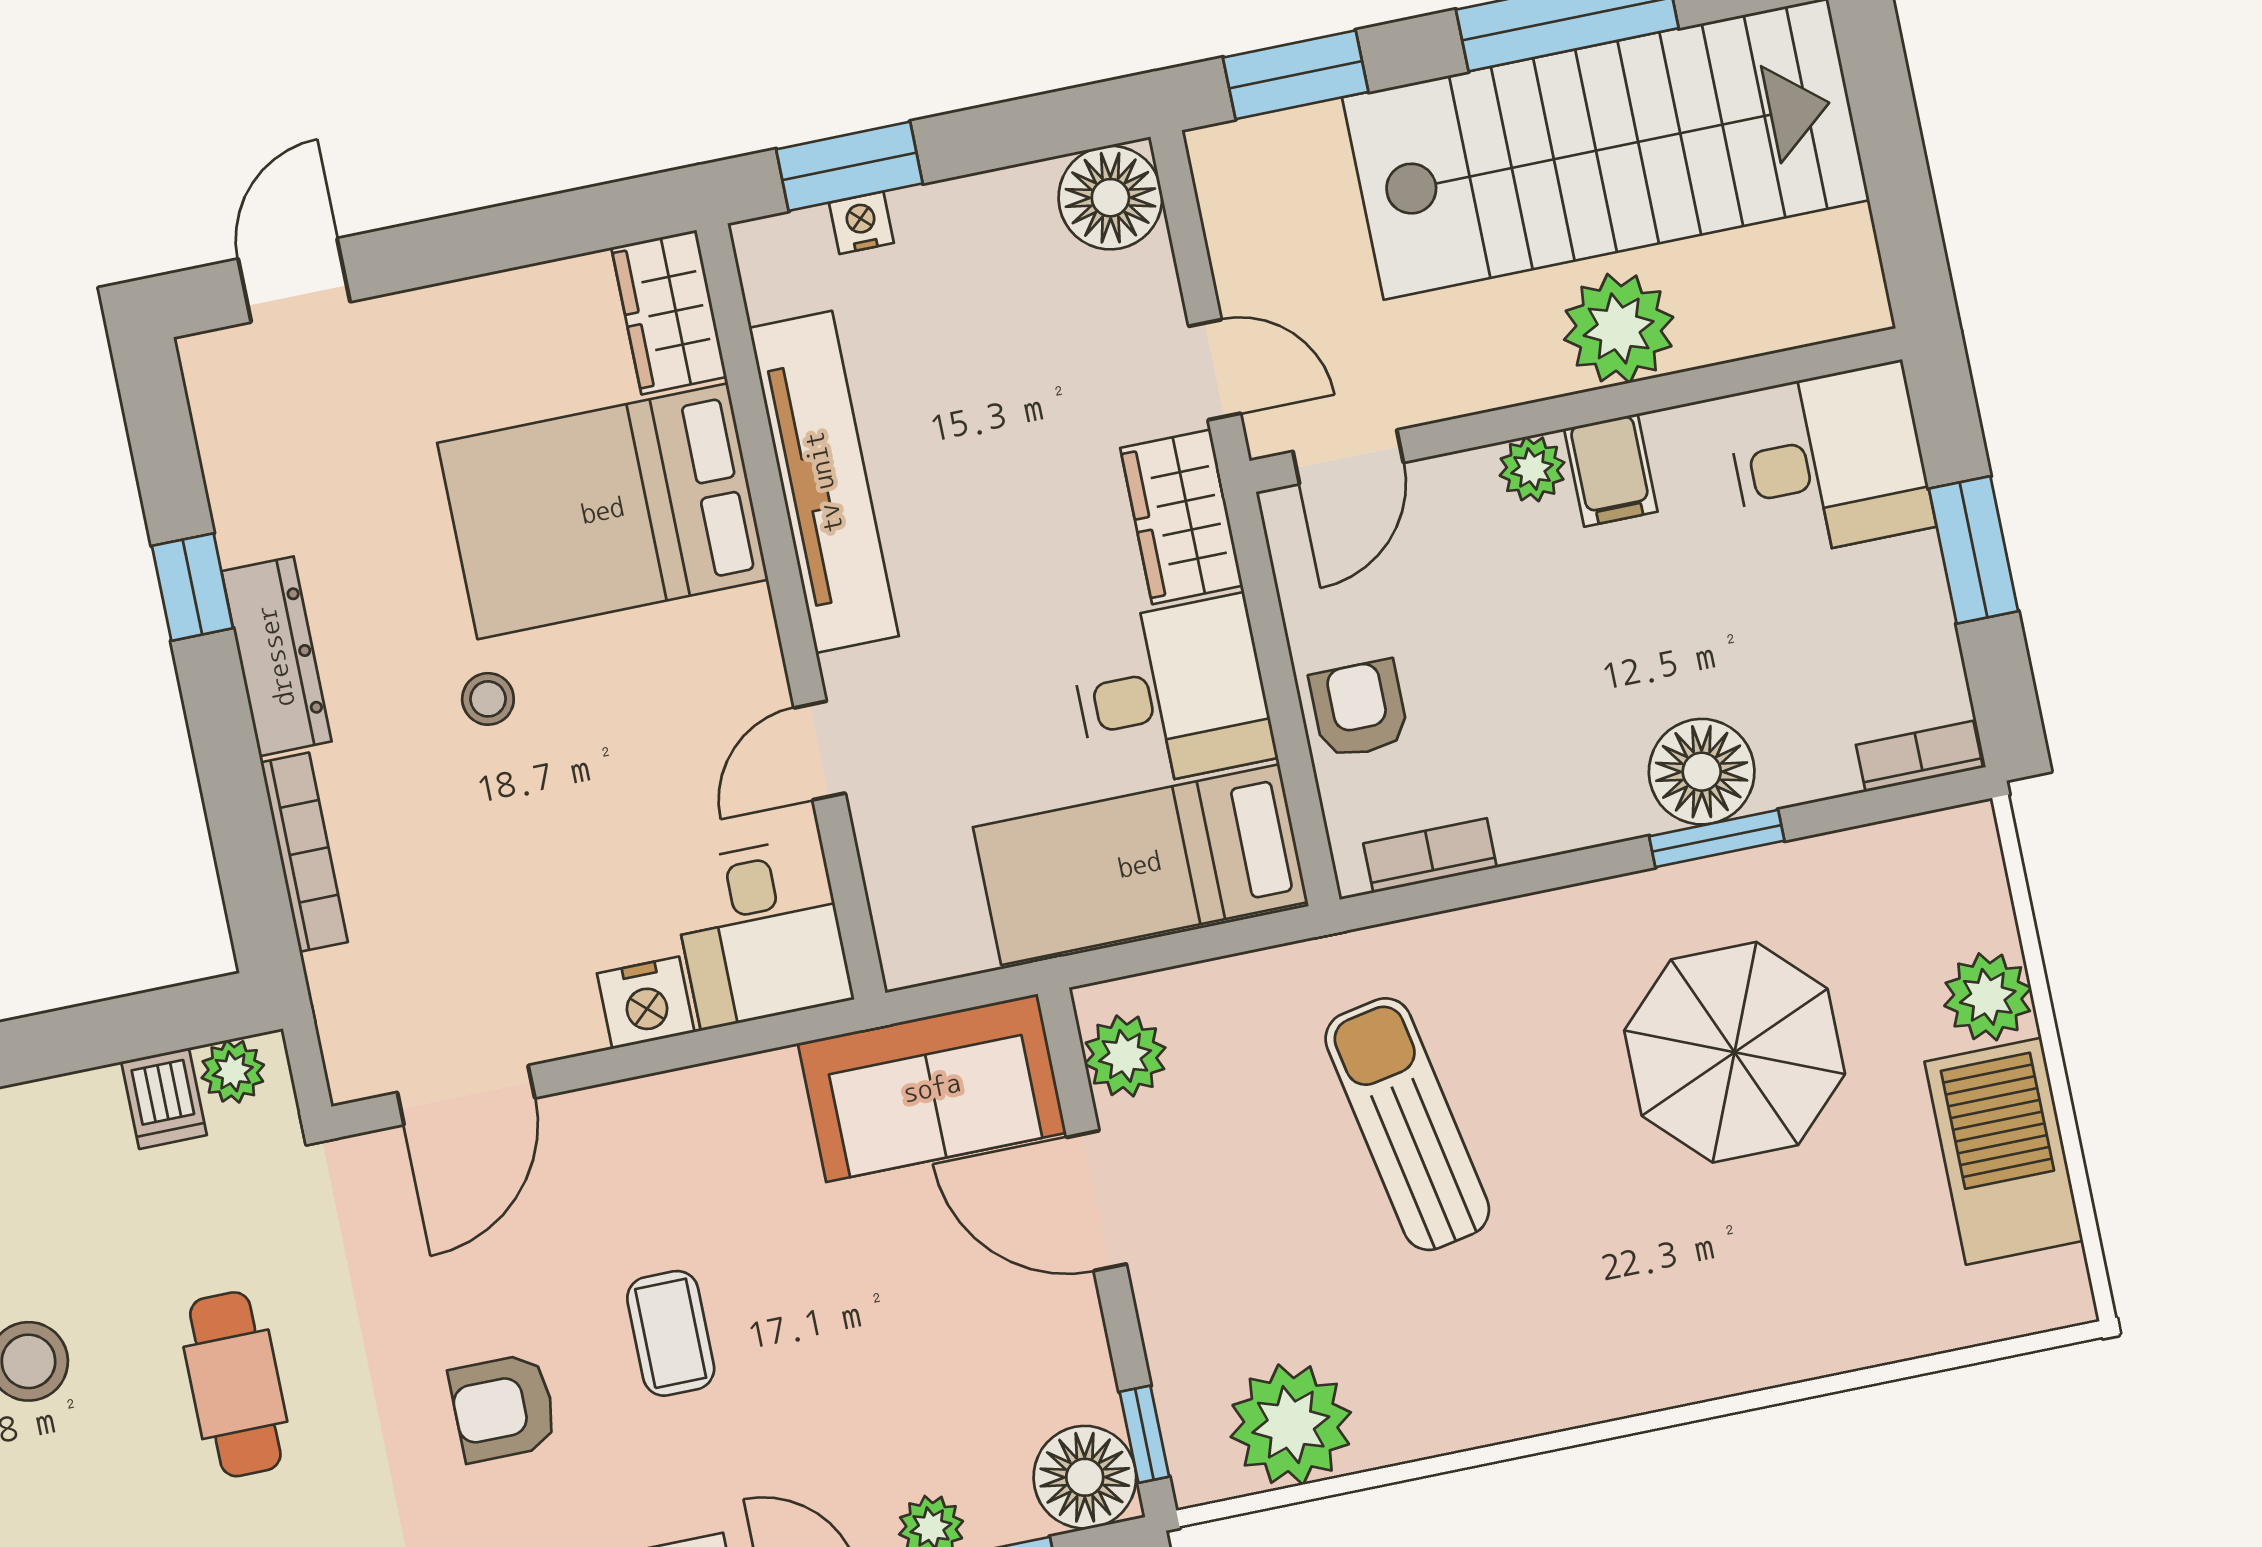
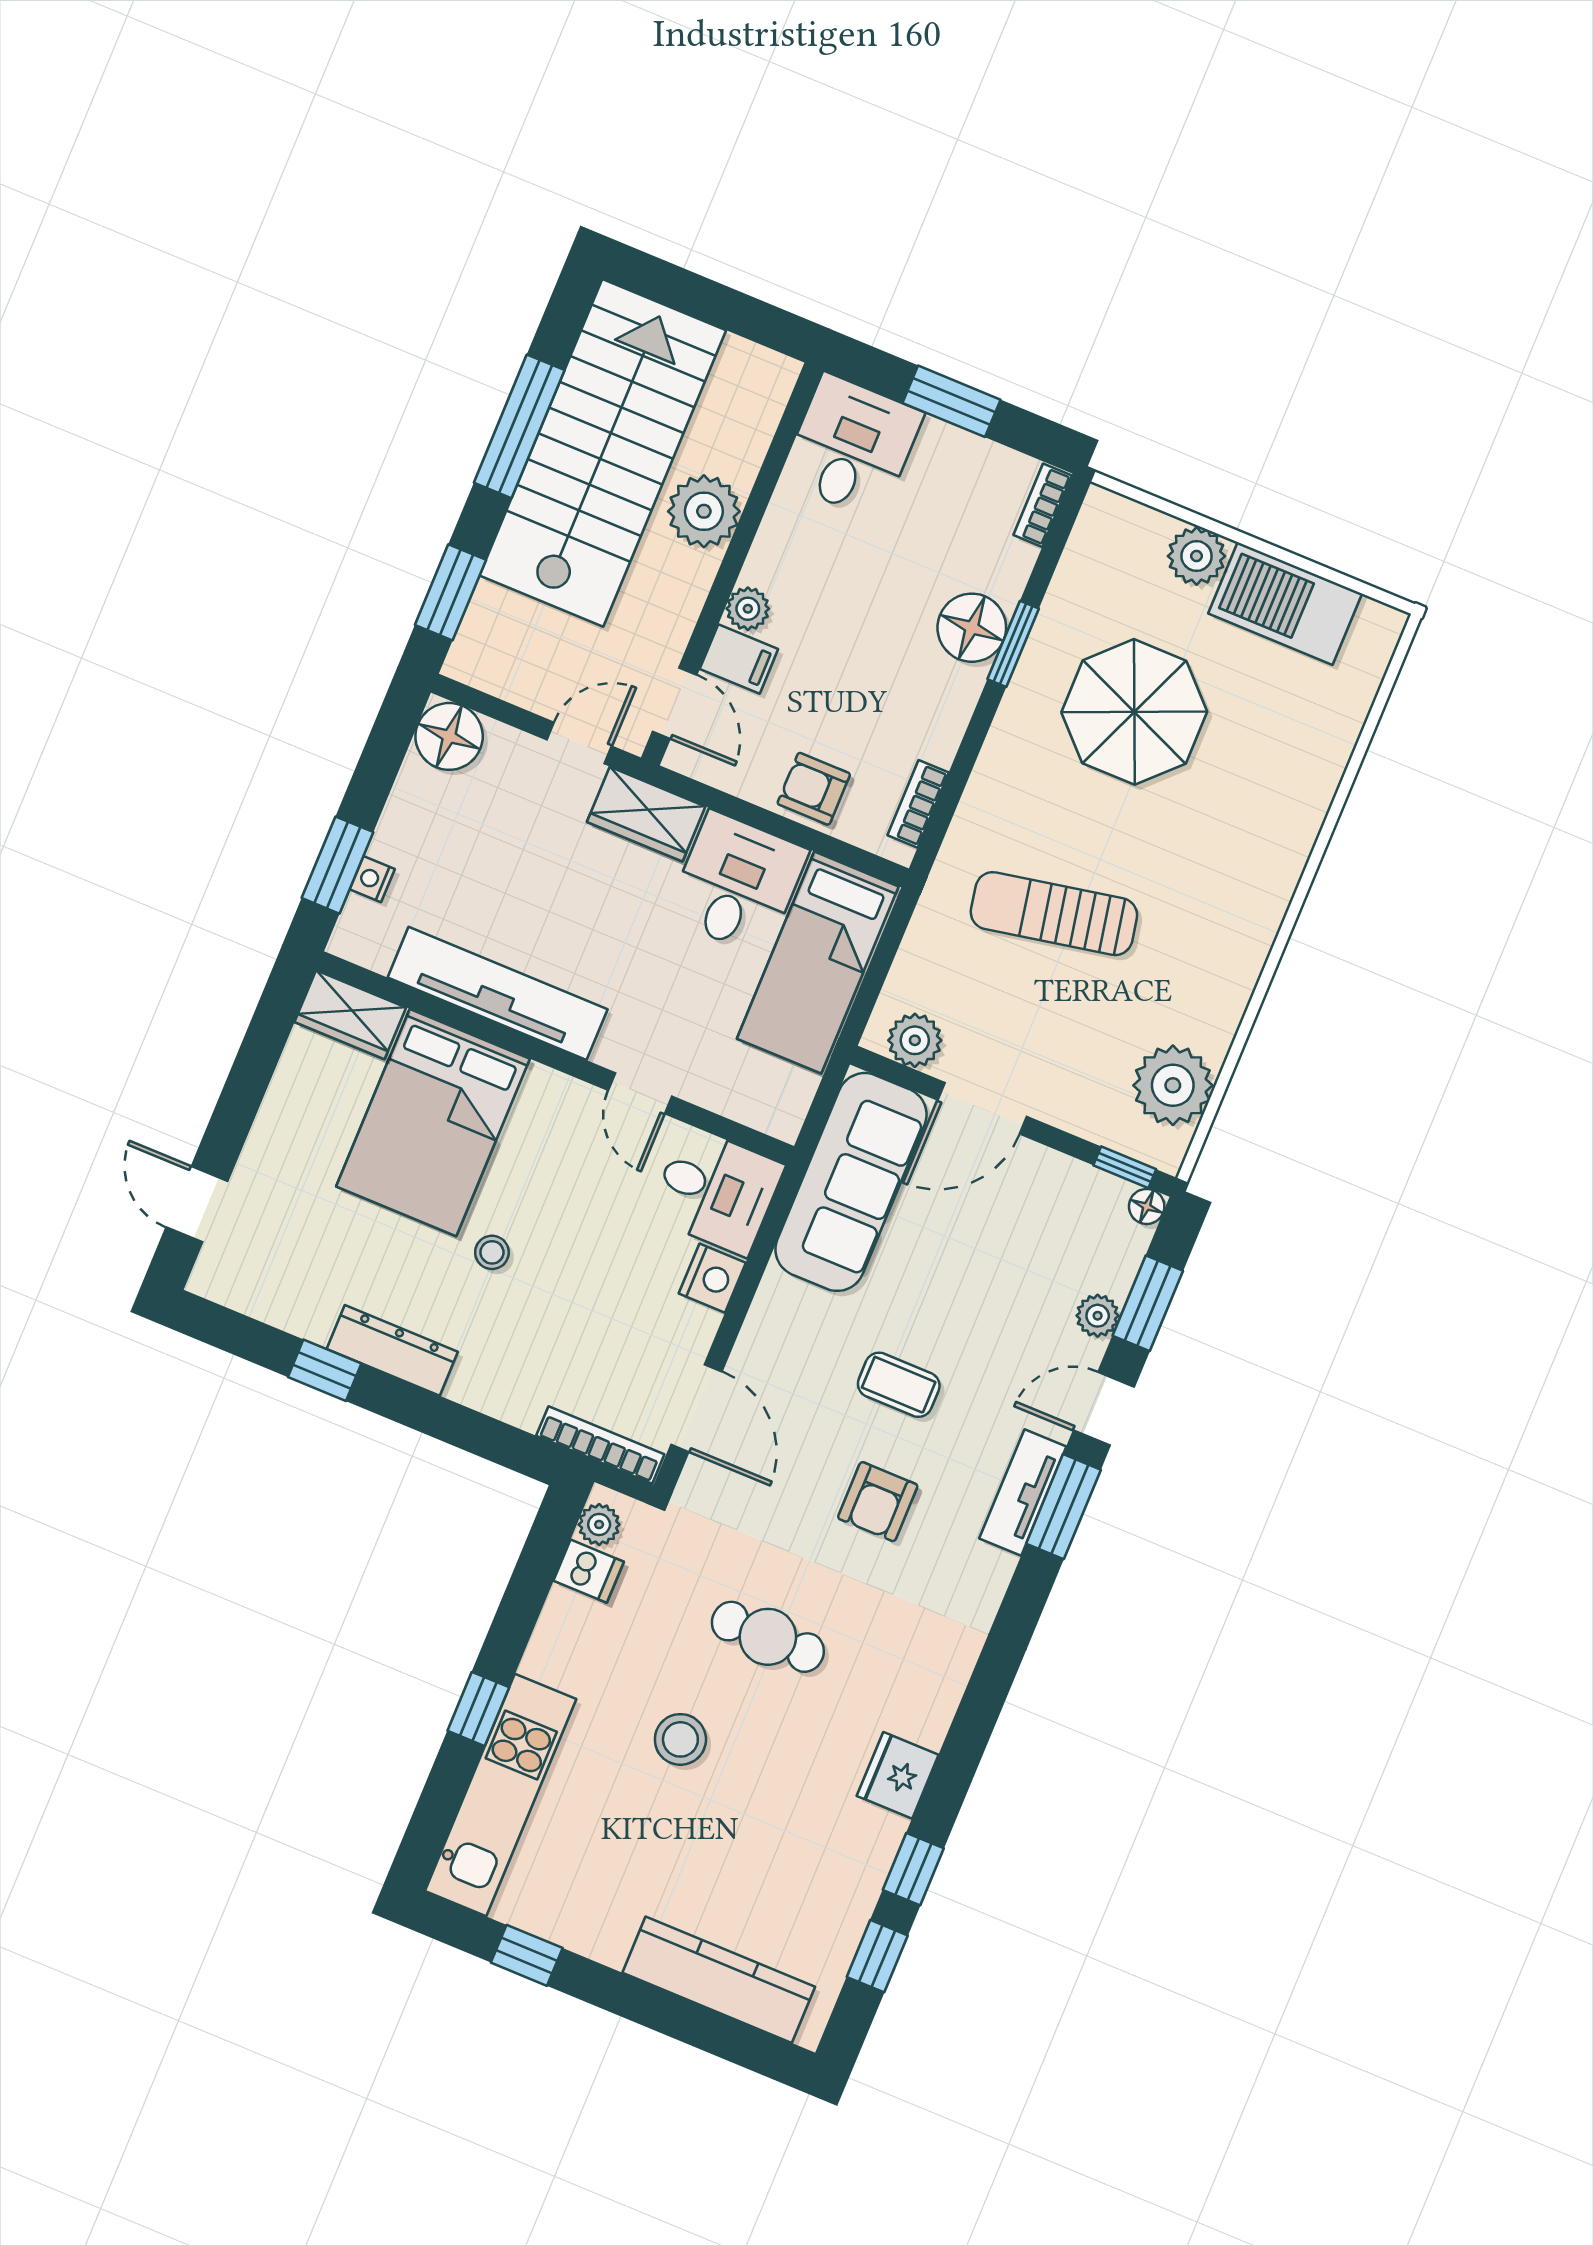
filing cabinet: (1611, 470) -> (739, 659), moved
bookcase: (304, 852) -> (600, 1445), moved
sofa: (932, 1088) -> (851, 1182), width x1.36
floor lamp: (1085, 1477) -> (1147, 1206), width x0.53, depth x0.53

